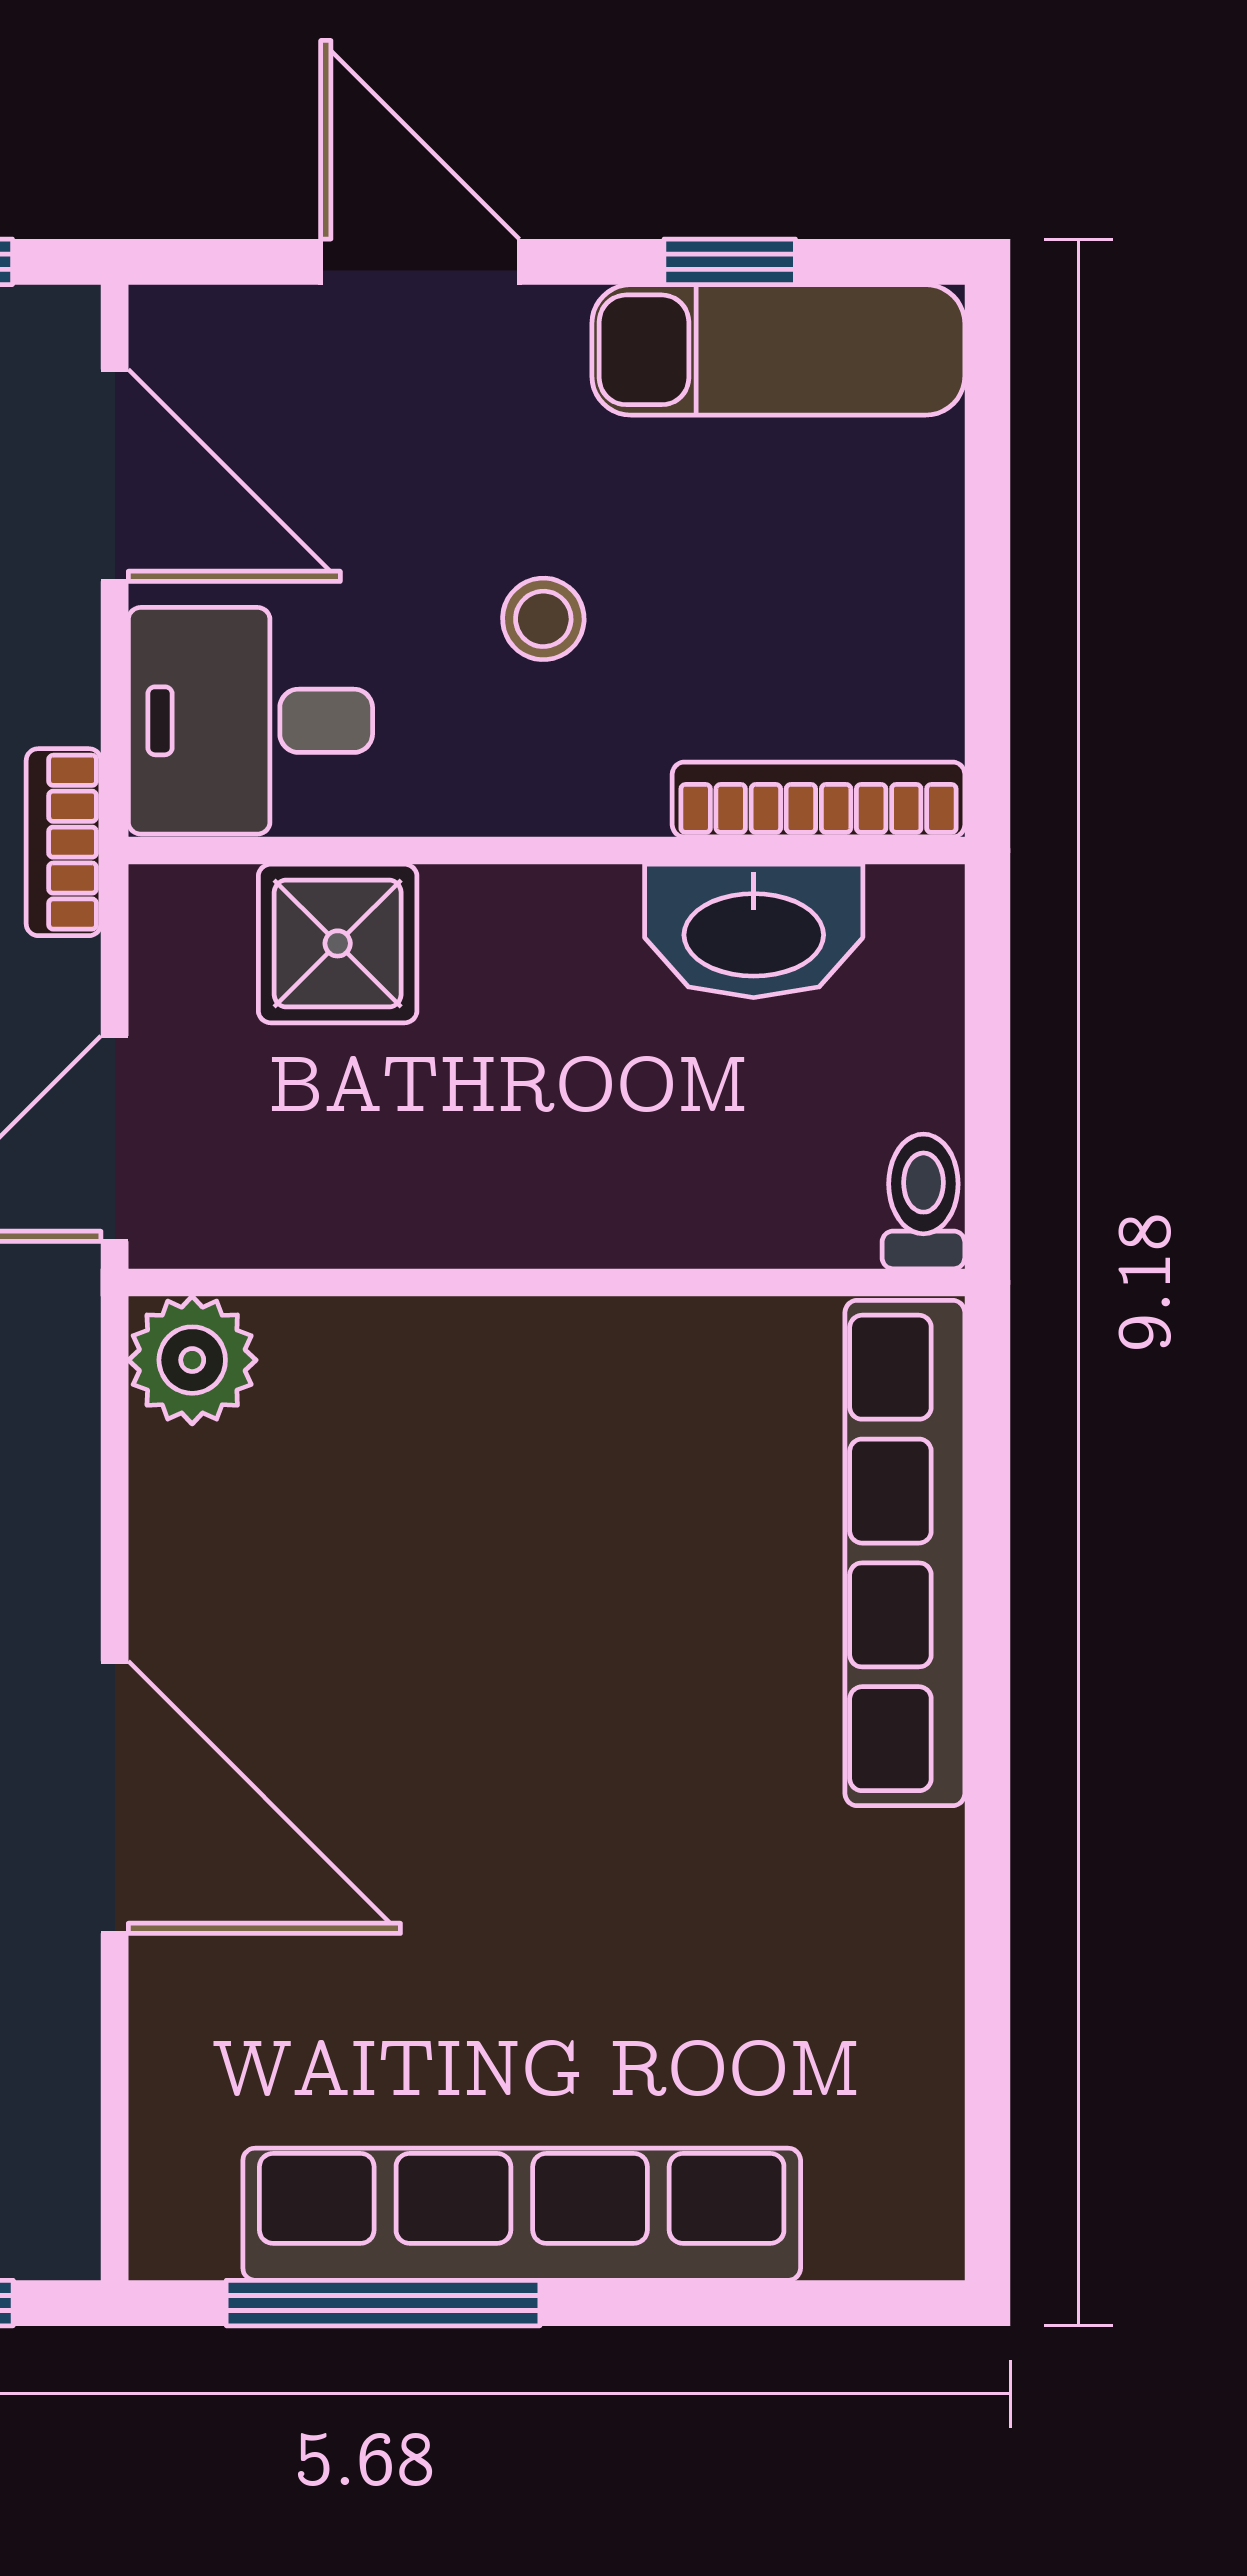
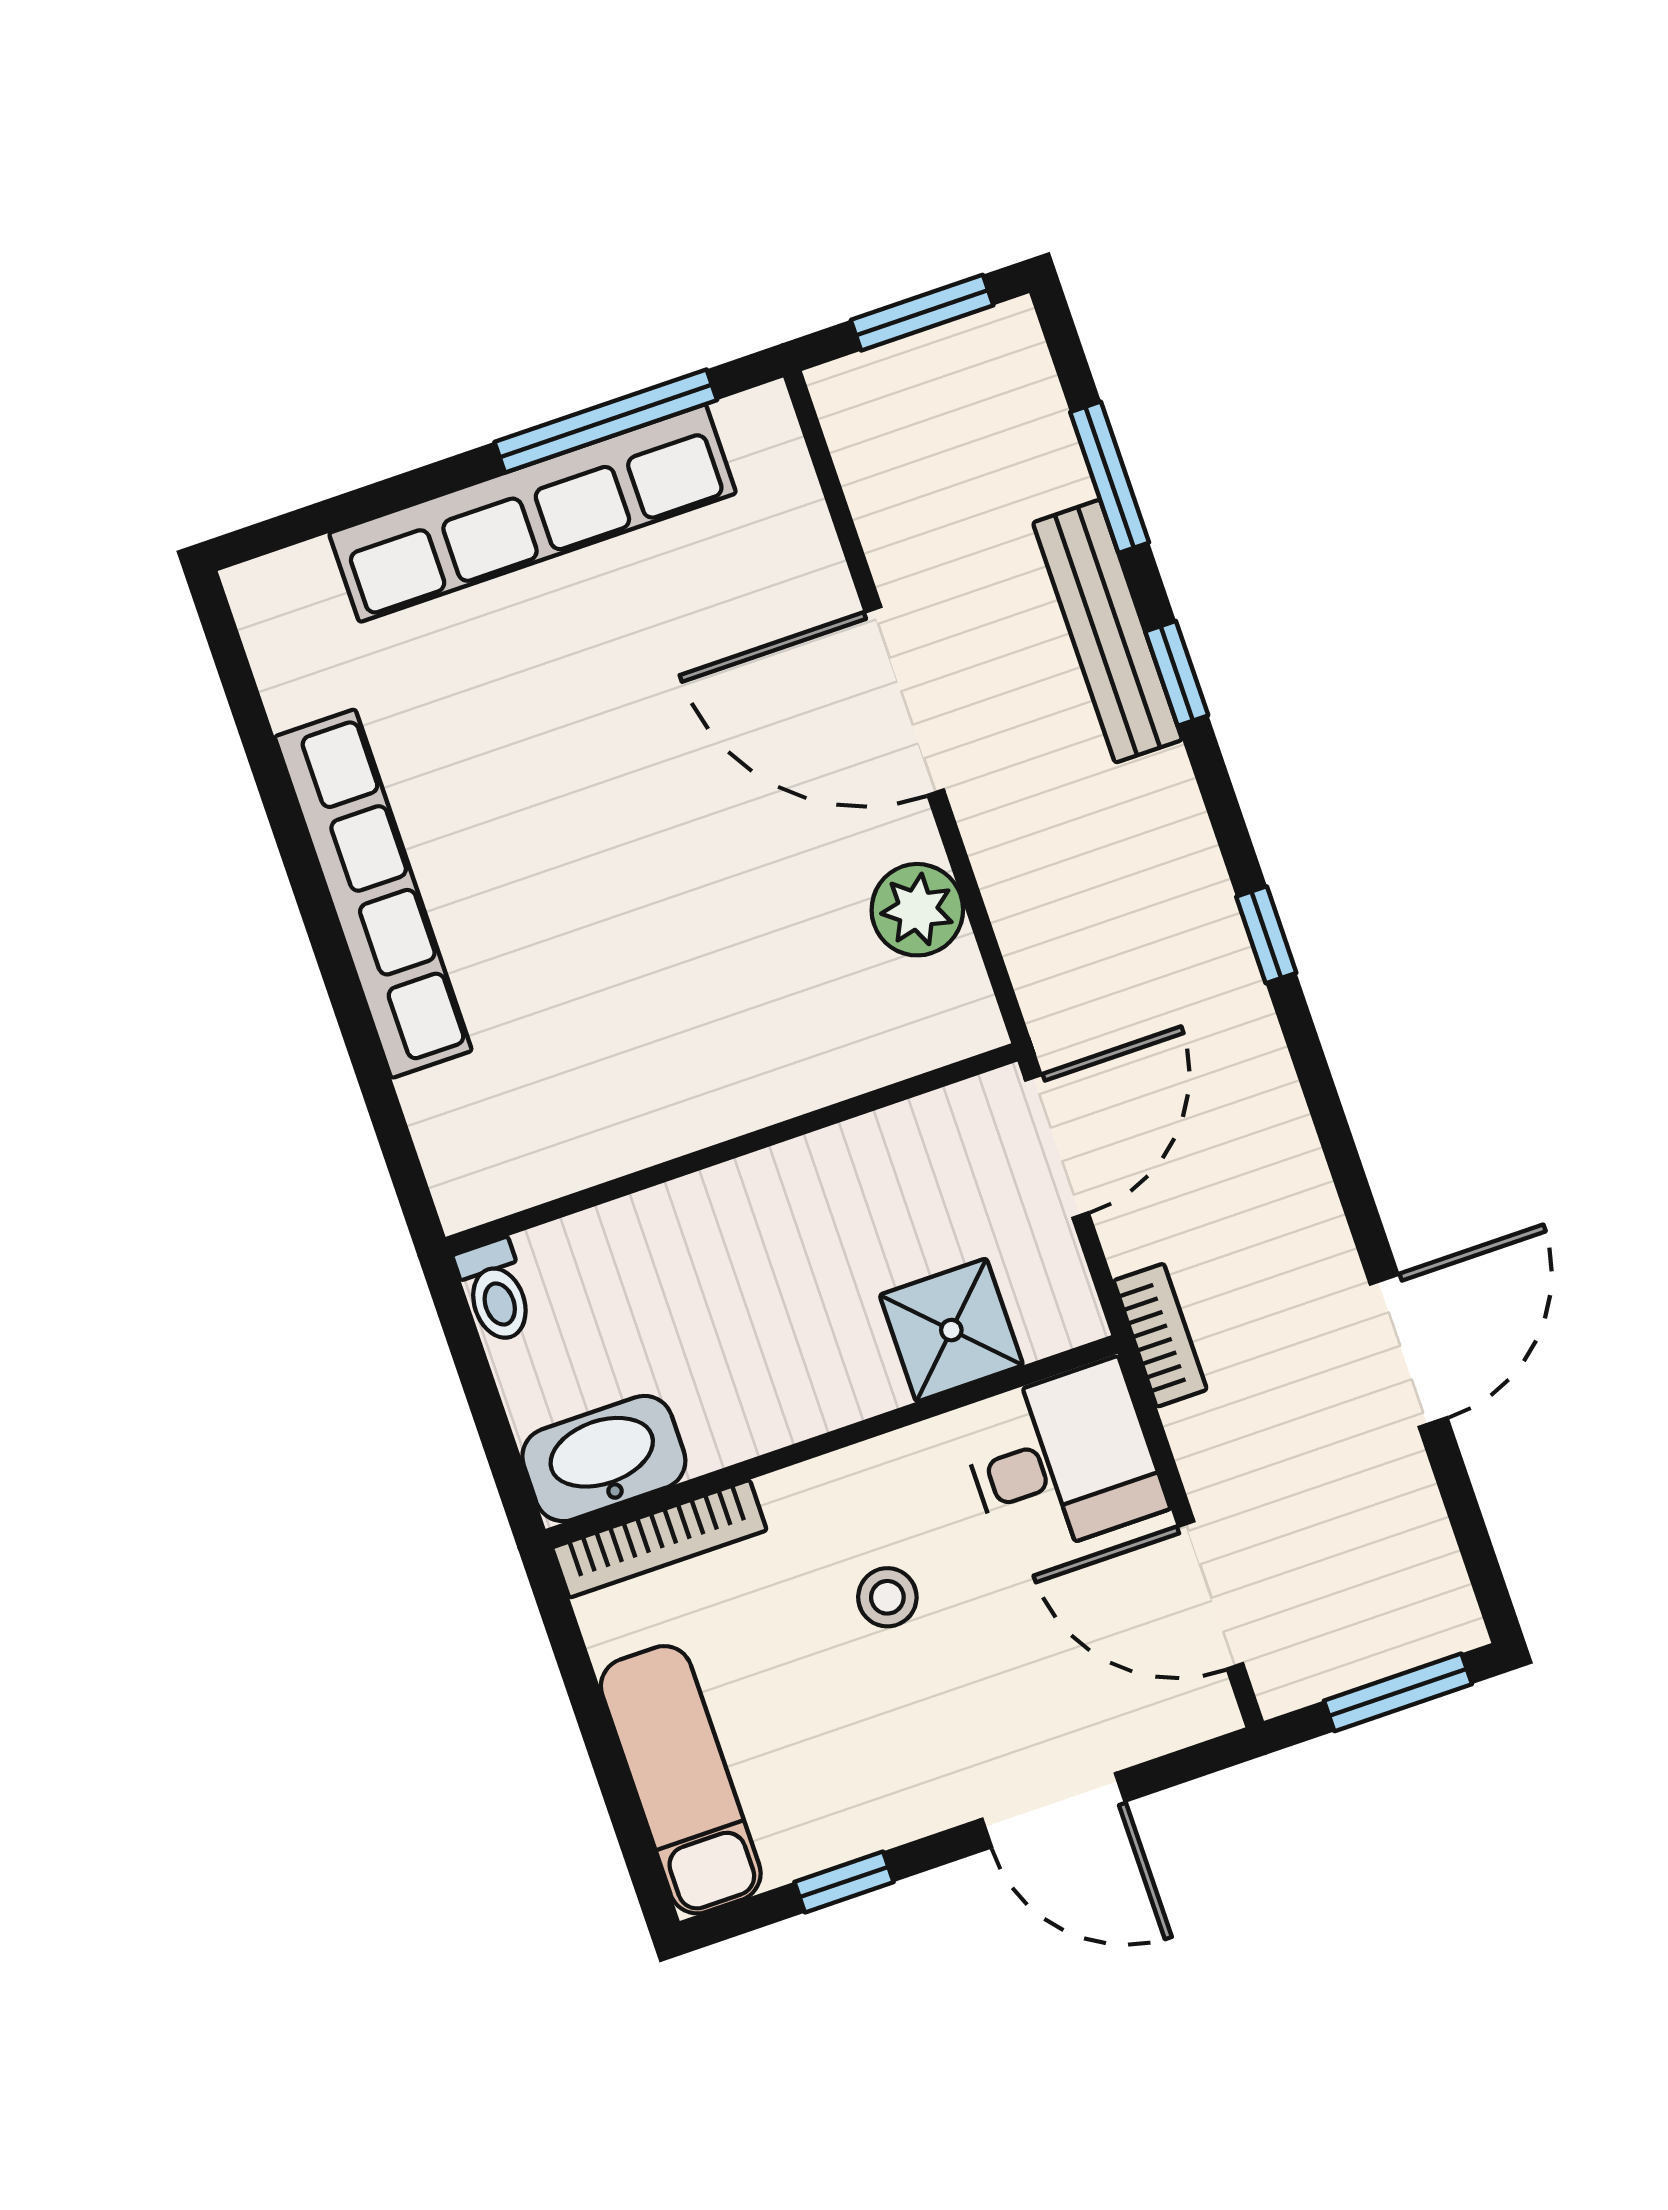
exam couch: (778, 350) -> (681, 1780), moved, turned 90
washbasin: (754, 931) -> (604, 1459), moved
plant: (192, 1360) -> (917, 910), moved
row of seats: (905, 1553) -> (373, 894), moved

